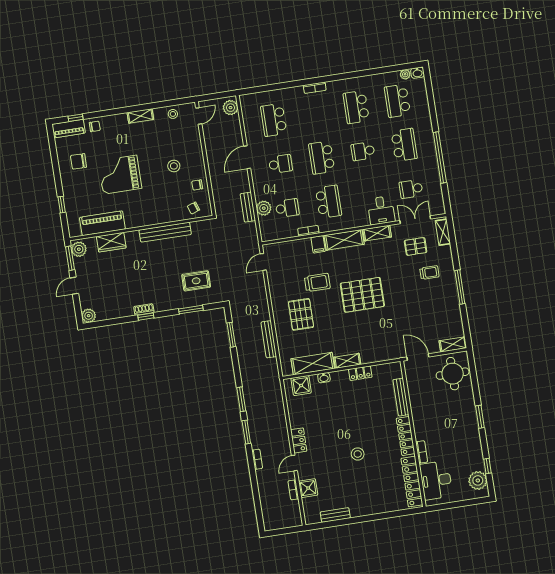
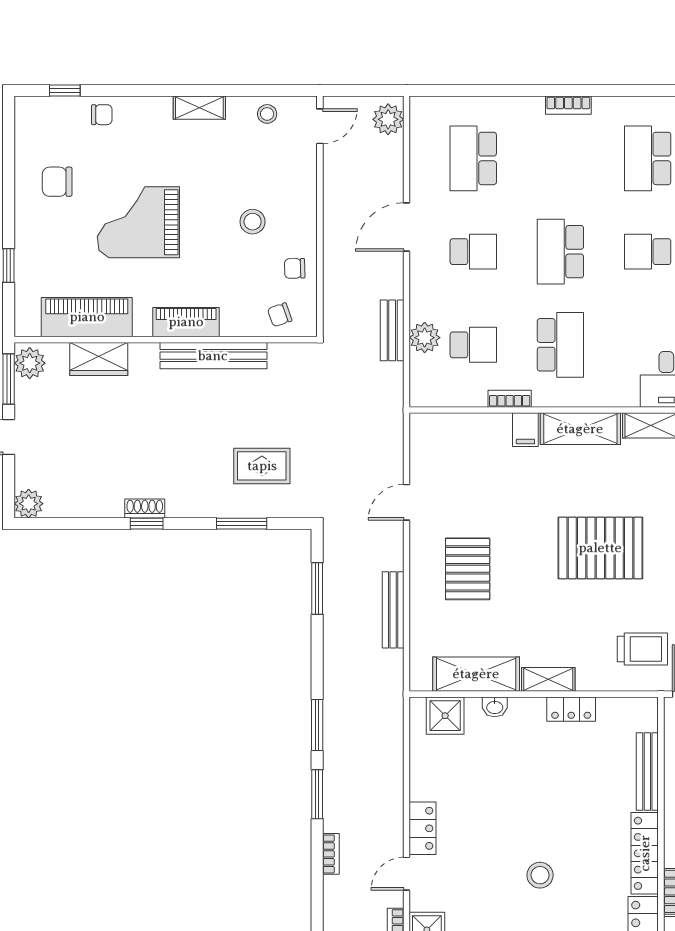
piano: (69, 129) -> (186, 322), moved, turned 180
door: (263, 262) -> (406, 502), moved
trolley: (317, 282) -> (642, 649), moved

